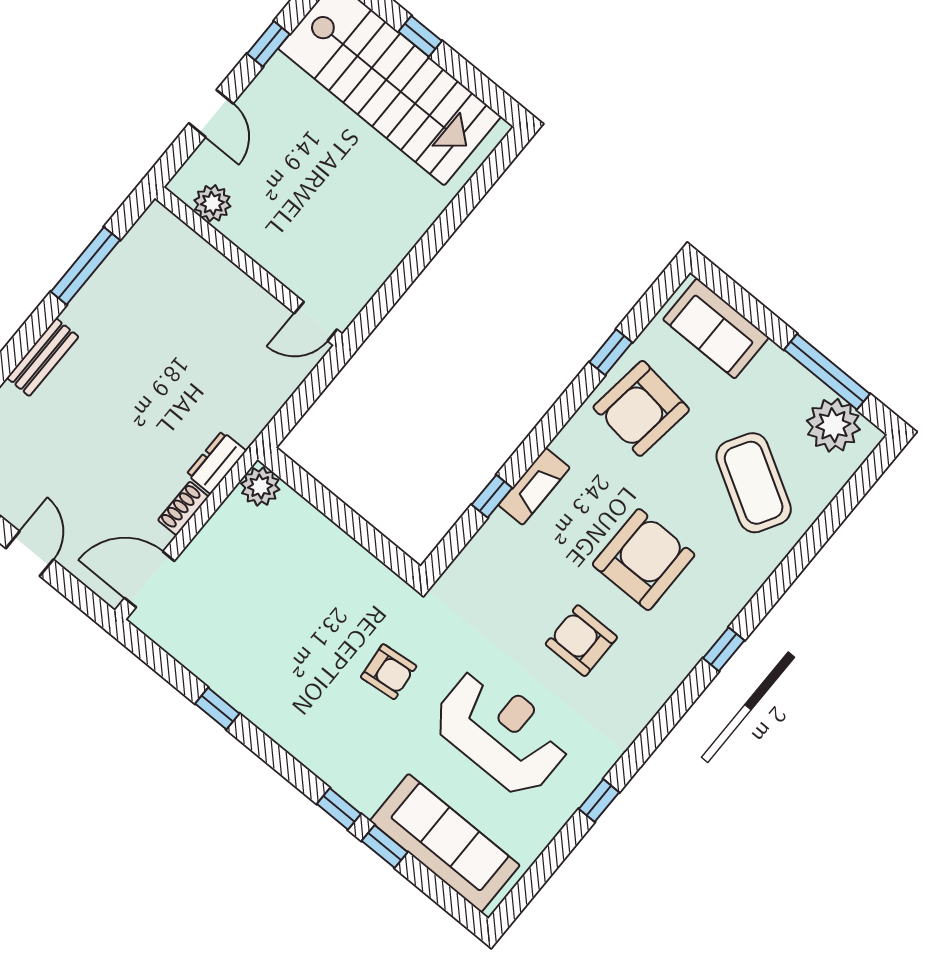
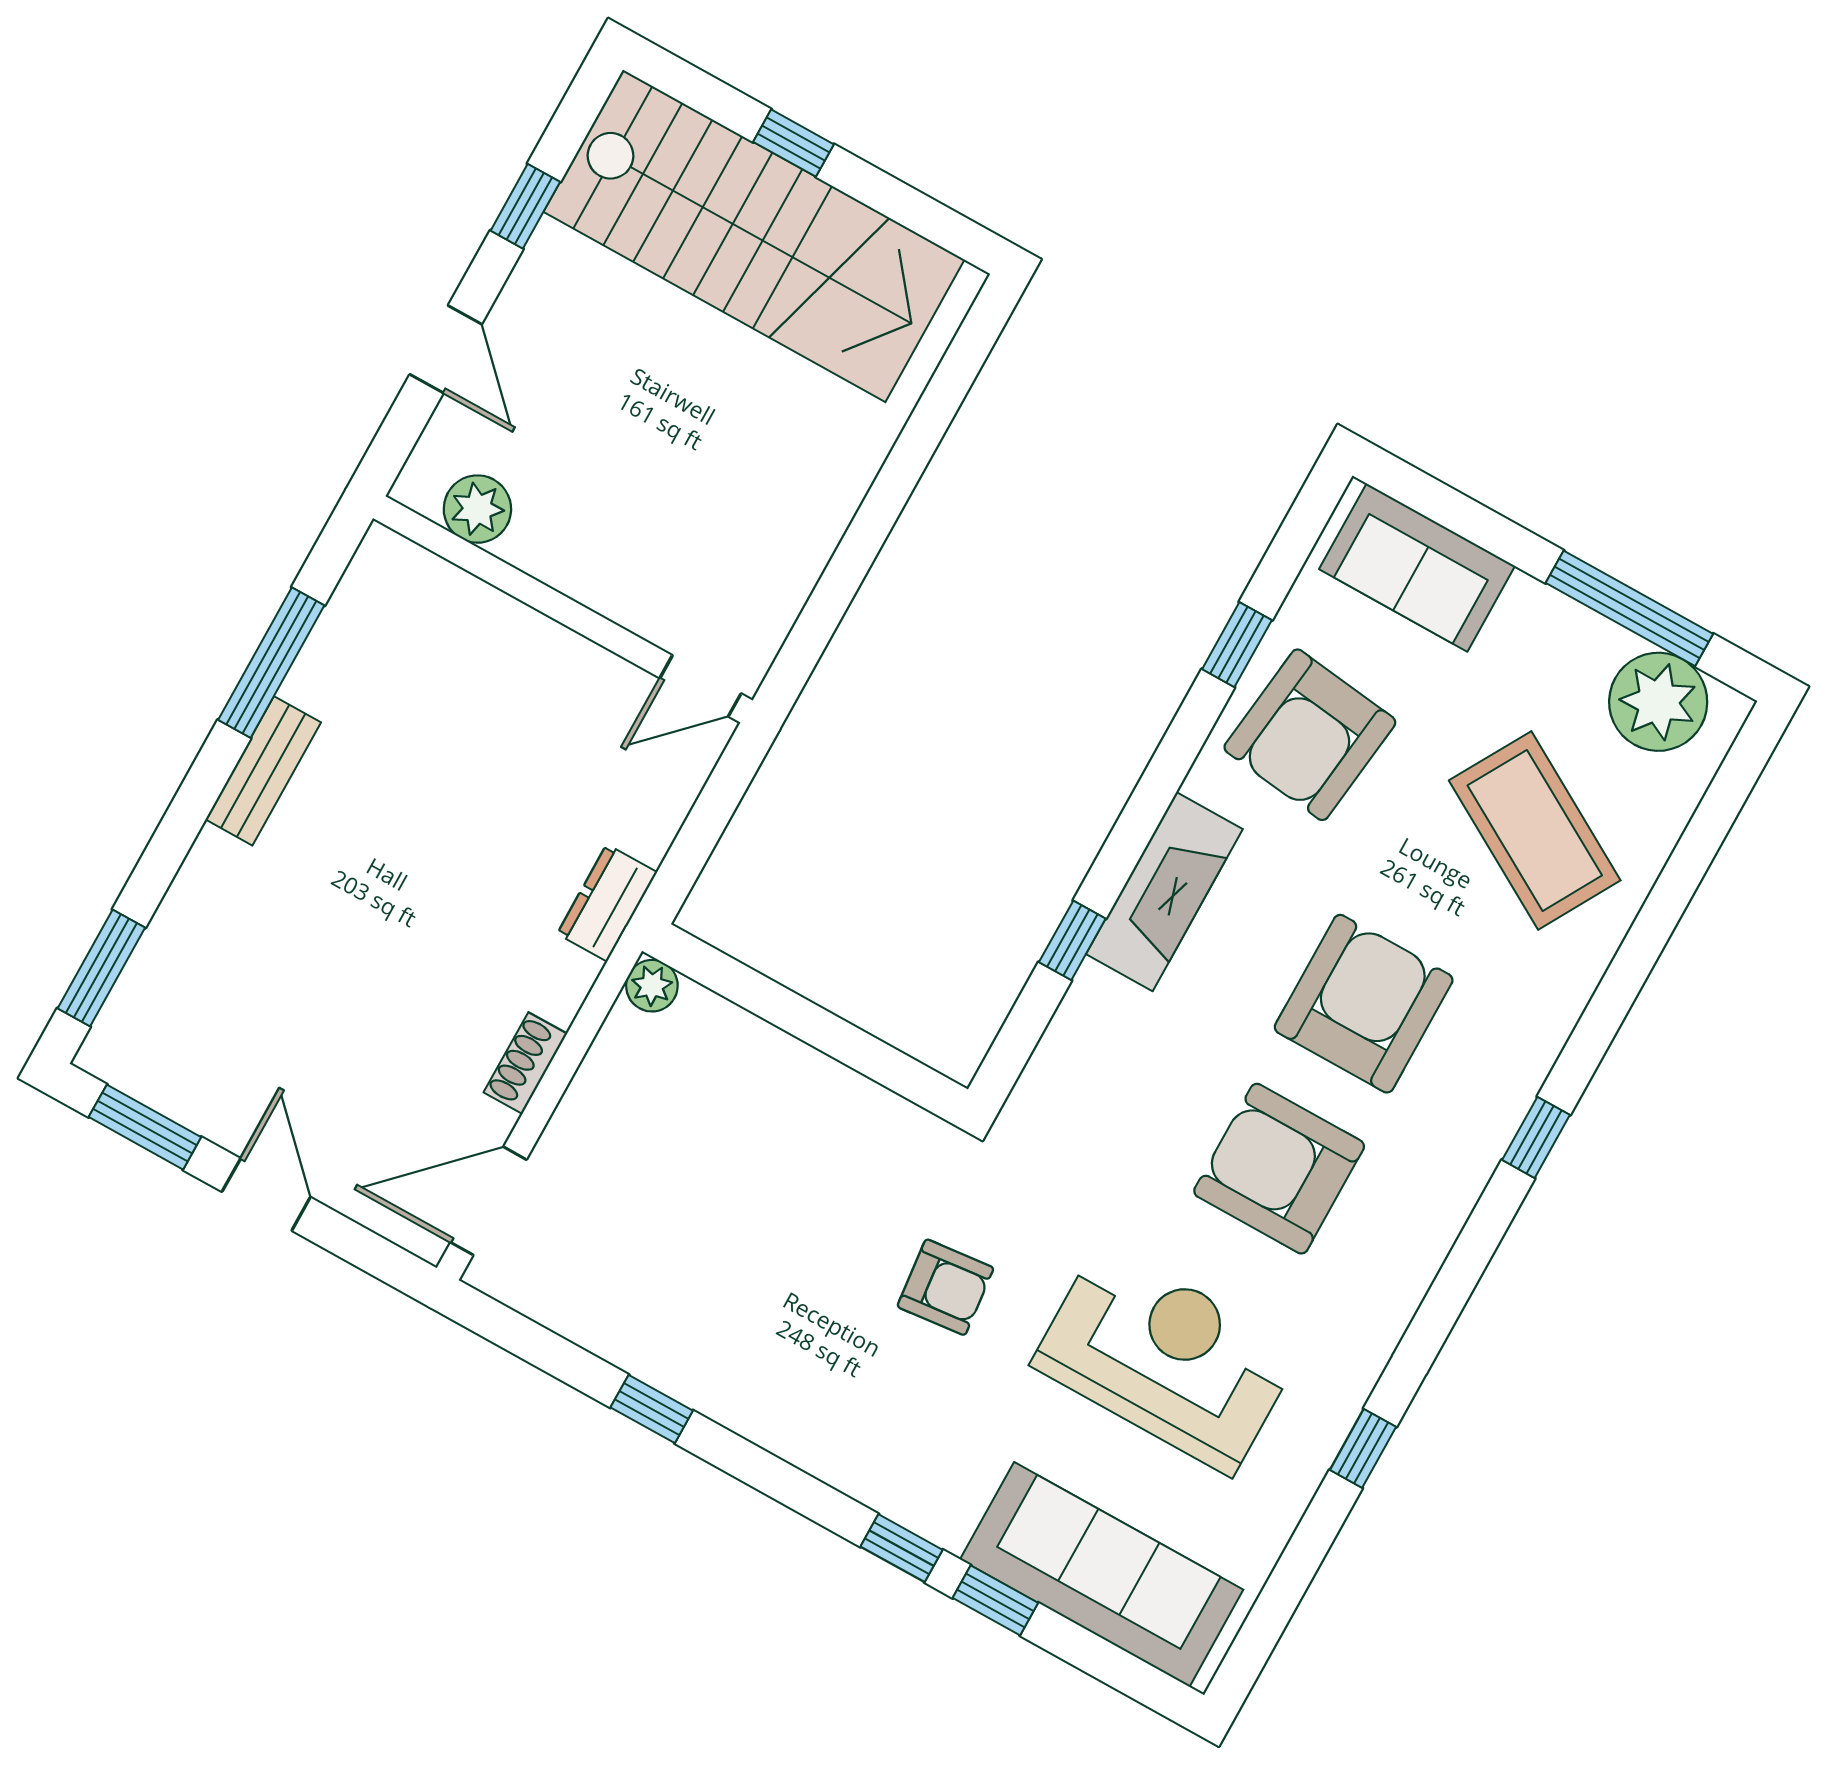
bench: (43, 357) -> (263, 771), moved
dresser: (216, 463) -> (607, 903), moved
fireplace: (534, 486) -> (1164, 892), width x1.37, depth x1.32
plant: (260, 487) -> (652, 986), width x0.73, depth x0.73
armchair: (581, 641) -> (1279, 1169), width x1.36, depth x1.36

